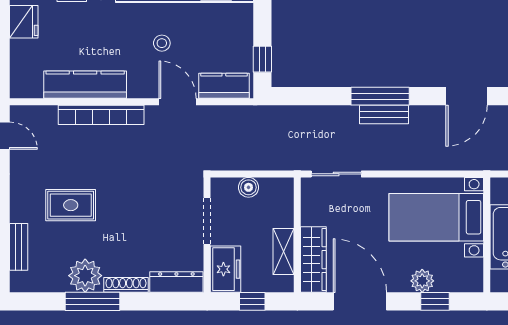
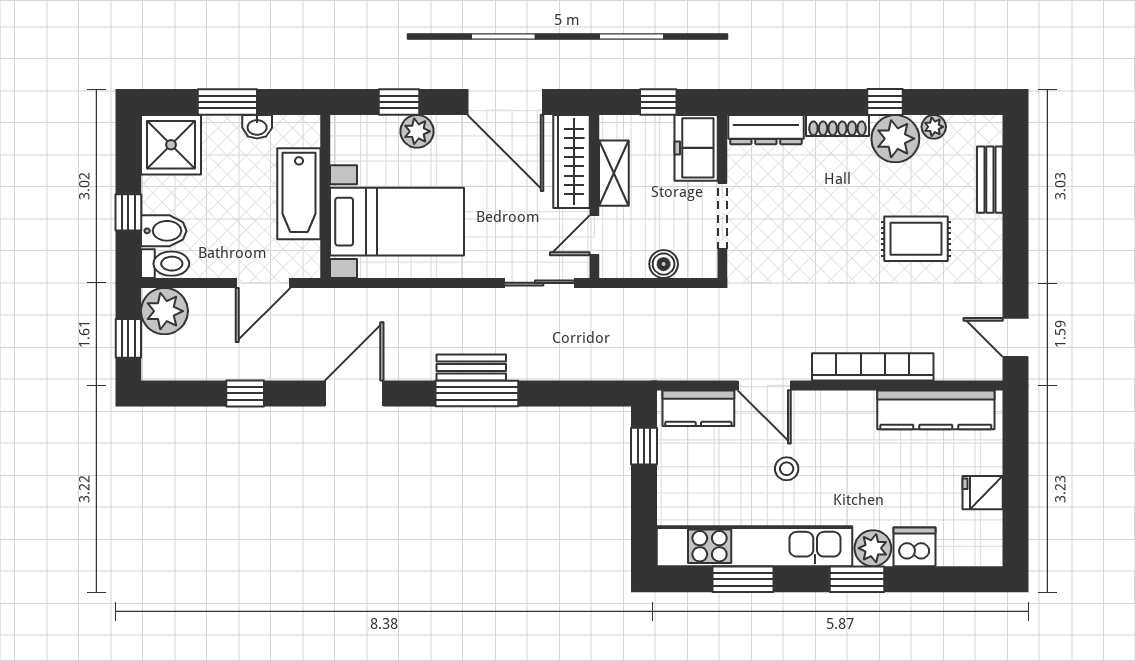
fridge: (24, 22) -> (983, 493), width x0.72
kitchen counter: (85, 85) -> (936, 410), moved
door: (297, 208) -> (594, 235), added
plant: (58, 284) -> (934, 127), added
window: (92, 301) -> (885, 102), width x0.46

